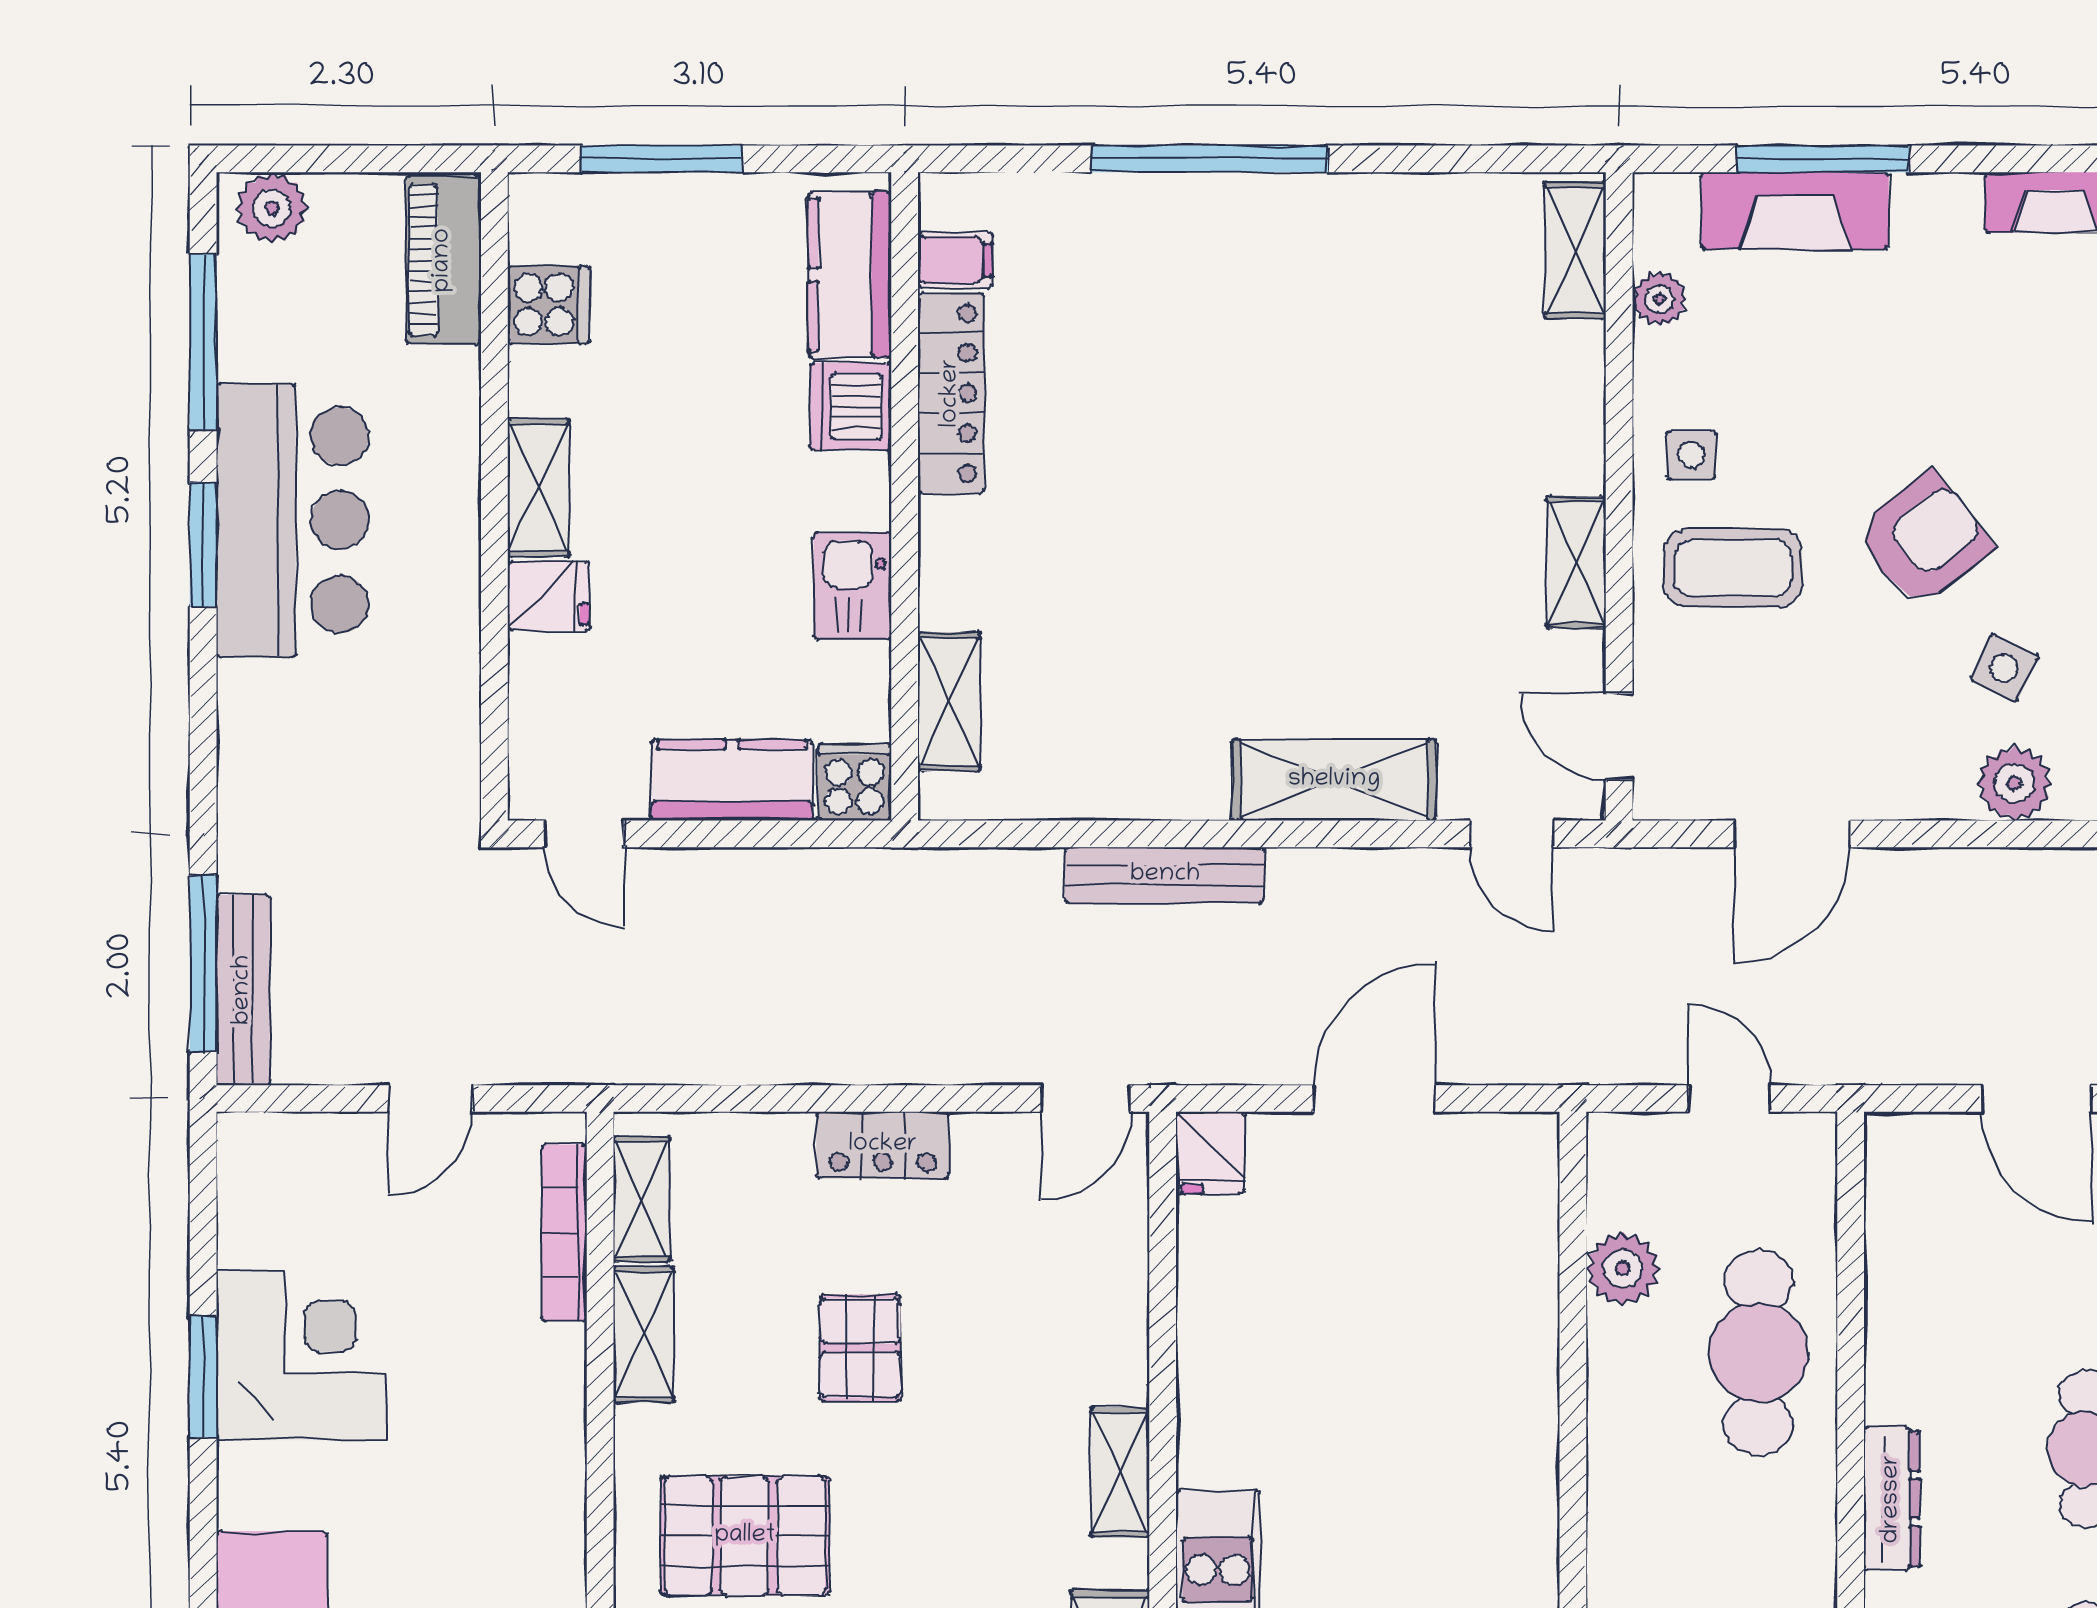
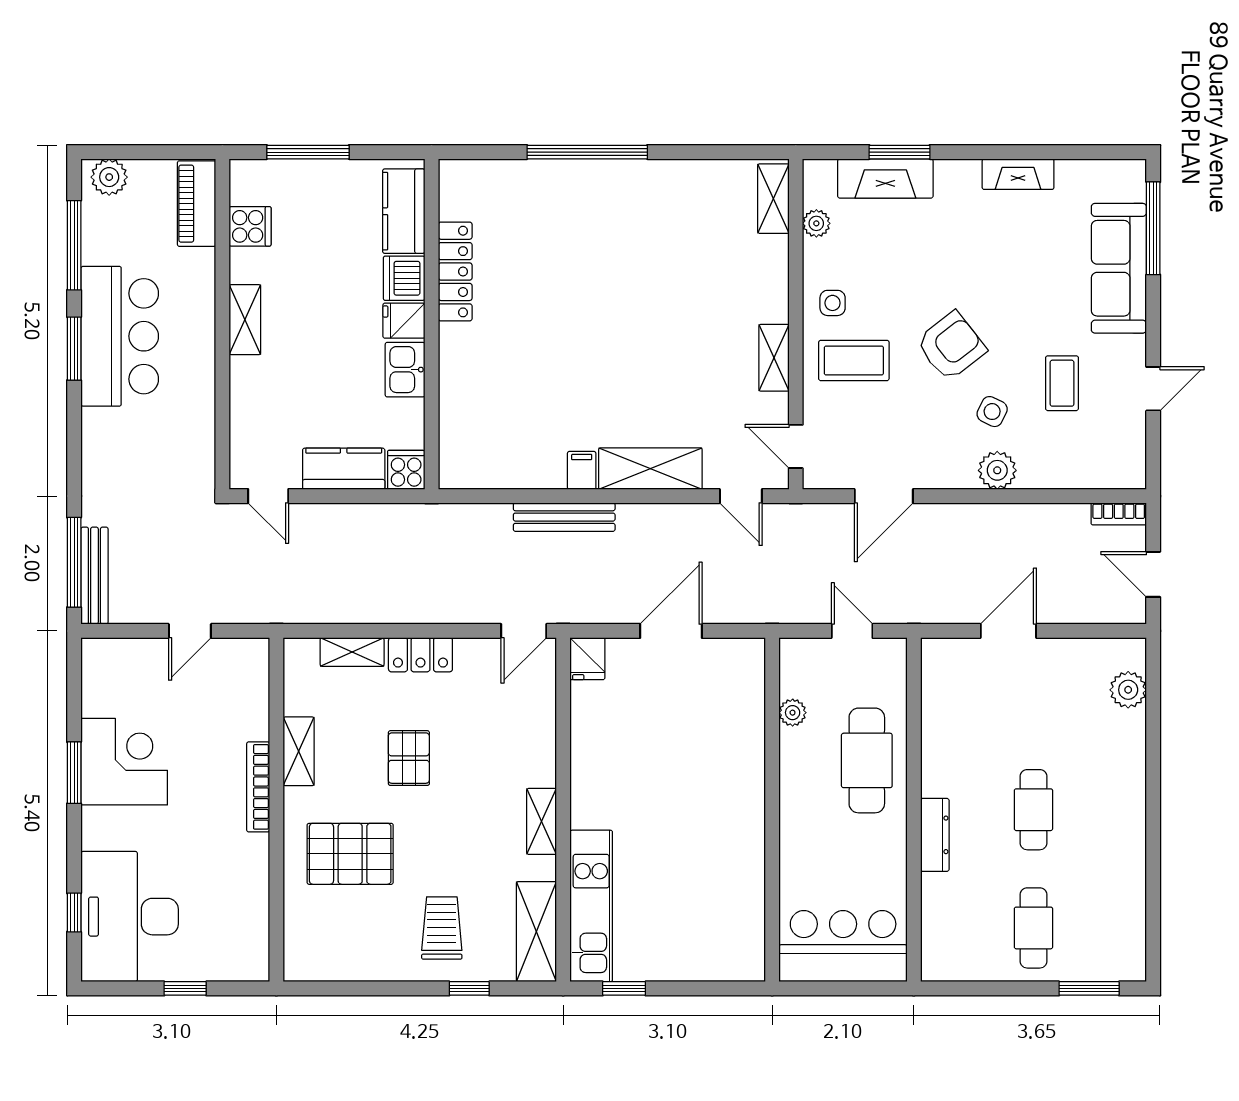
window: (1823, 159) -> (899, 152), width x0.69
filing cabinet: (955, 260) -> (582, 470), moved, turned -90
fridge: (549, 596) -> (404, 321), moved, turned 180
shelving: (949, 702) -> (454, 429), removed
door: (2036, 1099) -> (1008, 631), swing flipped
shelving: (642, 1199) -> (352, 652), moved, turned 90
bookcase: (564, 1233) -> (258, 787), moved
plant: (1623, 1269) -> (793, 713), width x0.73, depth x0.73

